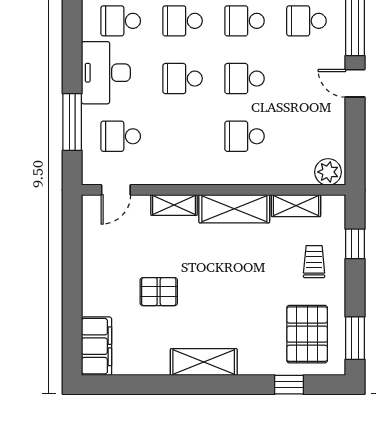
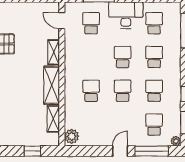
trolley: (314, 262) -> (23, 129), removed

